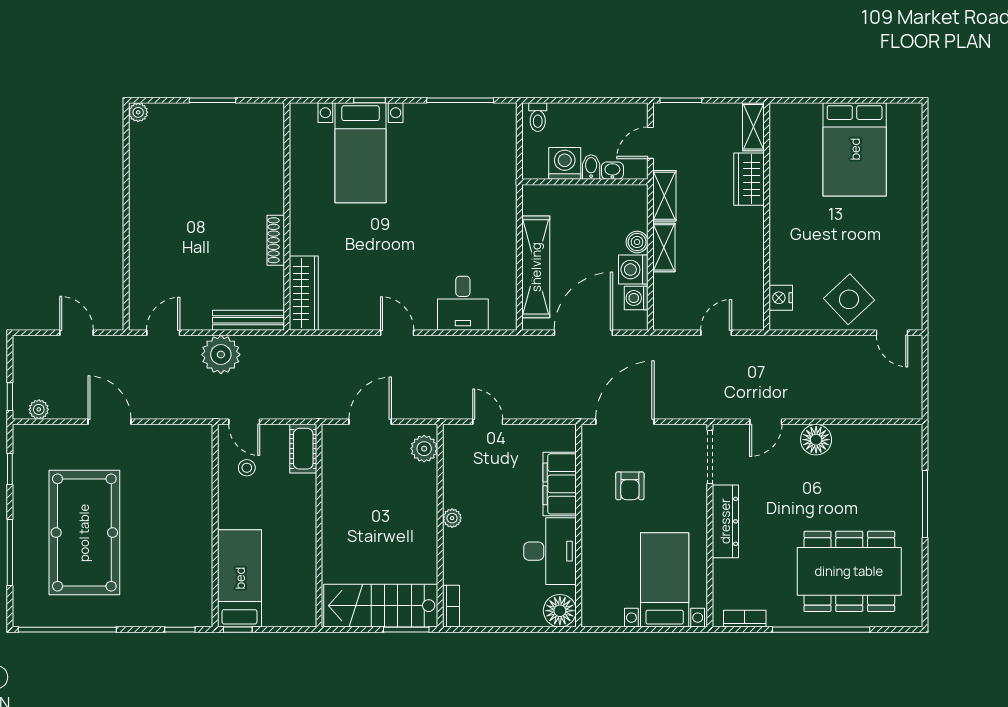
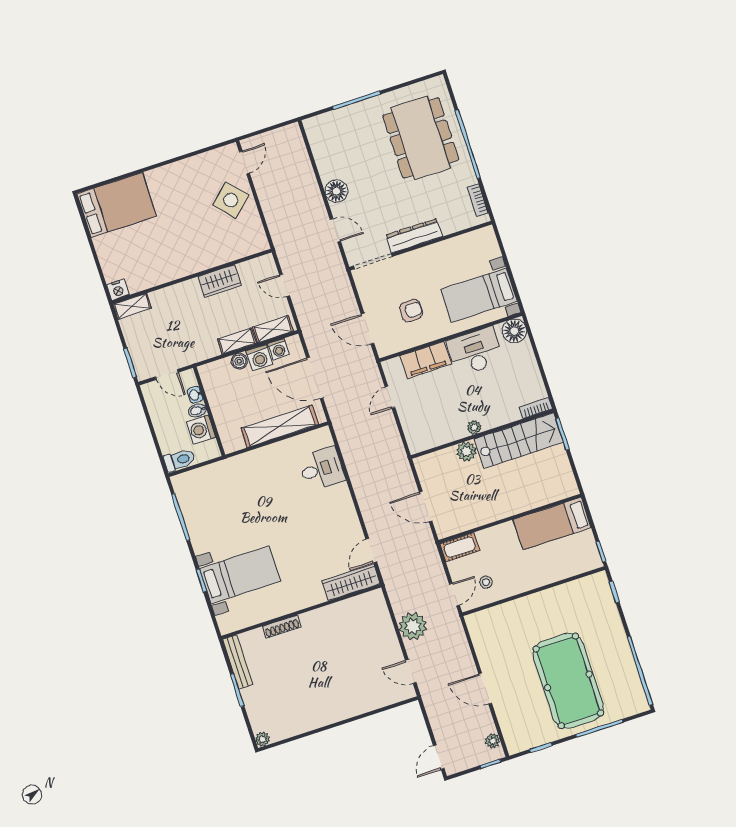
toilet: (538, 117) -> (179, 460), width x1.37, depth x1.39
bed: (855, 149) -> (117, 205), moved
wardrobe: (749, 179) -> (220, 281), moved
shelving: (664, 196) -> (273, 329), moved
shoe rack: (276, 240) -> (282, 627), moved
nightstand: (781, 298) -> (118, 290), moved
bench: (248, 320) -> (238, 662), moved
door: (77, 333) -> (439, 757), moved
door: (397, 333) -> (371, 550), moved
door: (109, 422) -> (485, 689), hinge flipped
door: (488, 422) -> (390, 397), moved
door: (625, 422) -> (368, 329), width x0.73
plant: (424, 449) -> (466, 452), moved
pool table: (84, 533) -> (568, 681), turned 90
bed: (240, 578) -> (552, 524), moved
bed with nightstands: (665, 580) -> (479, 295), moved
stairs: (381, 606) -> (519, 440), moved, turned -90

